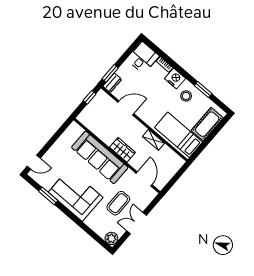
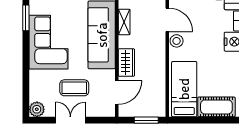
stool: (186, 96) -> (177, 41), moved
shelving: (154, 140) -> (124, 22), moved
wardrobe: (122, 150) -> (126, 62), moved
window: (178, 175) -> (146, 120), added

